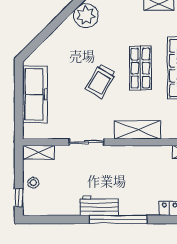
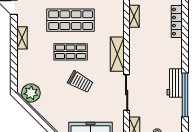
sliding door: (86, 142) -> (127, 93), width x1.37
window: (118, 219) -> (185, 95), moved

